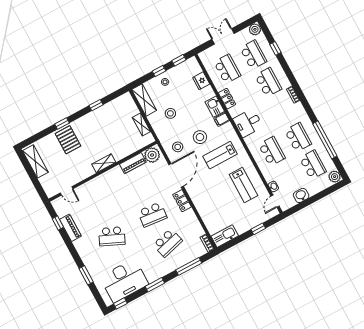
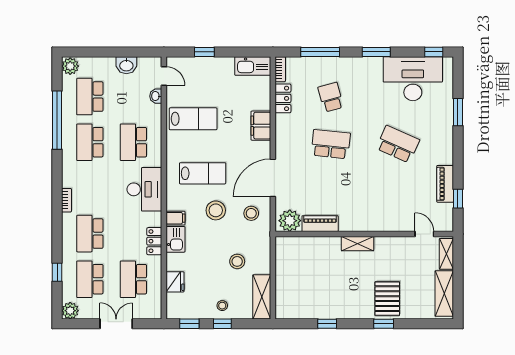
double door: (223, 36) -> (116, 324), swing flipped
desk: (248, 123) -> (144, 189), width x1.37
shelving: (141, 124) -> (446, 254), moved
lab bench: (243, 185) -> (193, 119), turned 90
locker: (182, 201) -> (283, 98), moved
door: (275, 201) -> (164, 76), hinge flipped
filing cabinet: (200, 203) -> (261, 126), added
school desk: (168, 243) -> (331, 97), width x0.54

